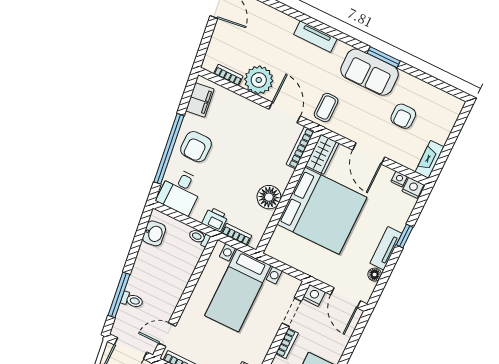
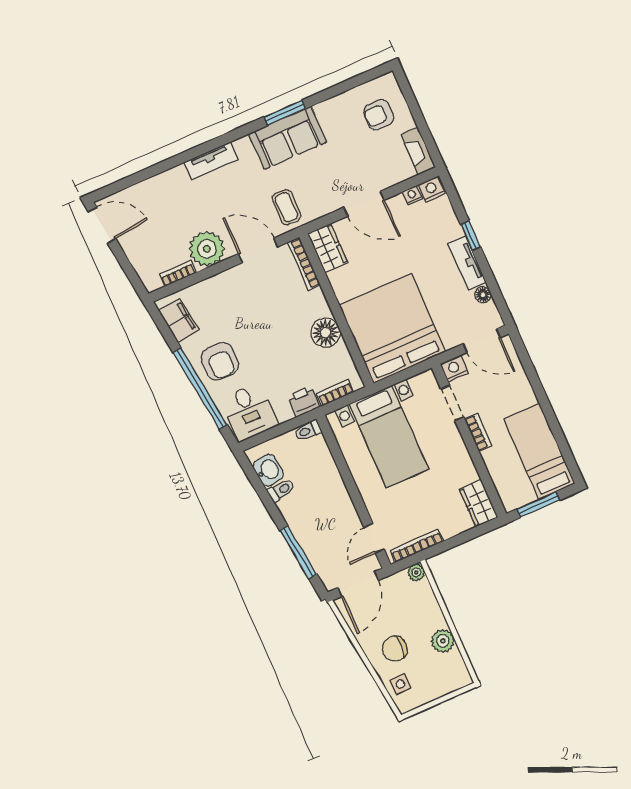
armchair: (403, 116) -> (379, 115), moved, turned 90
bed: (322, 211) -> (392, 328), moved, turned -90
toilet: (132, 300) -> (281, 490), moved

